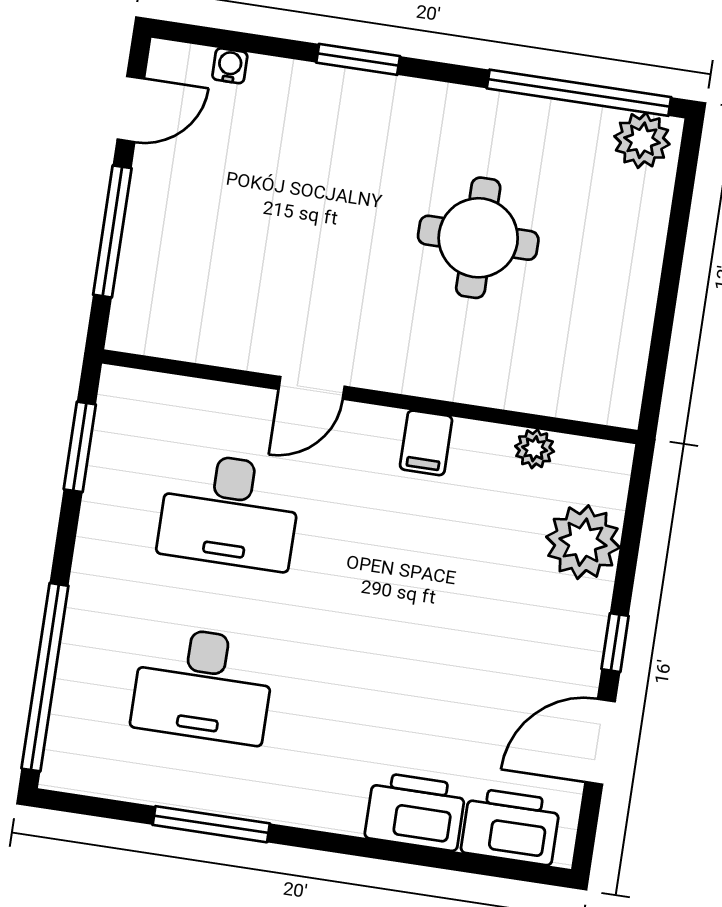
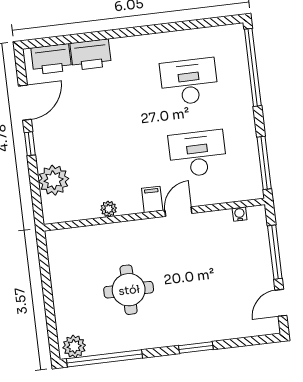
water cooler: (230, 66) -> (240, 214), moved, turned 180
filing cabinet: (426, 443) -> (152, 199), moved
window: (80, 447) -> (264, 163), width x1.44
plant: (535, 449) -> (109, 209), moved
window: (211, 824) -> (171, 27), removed

